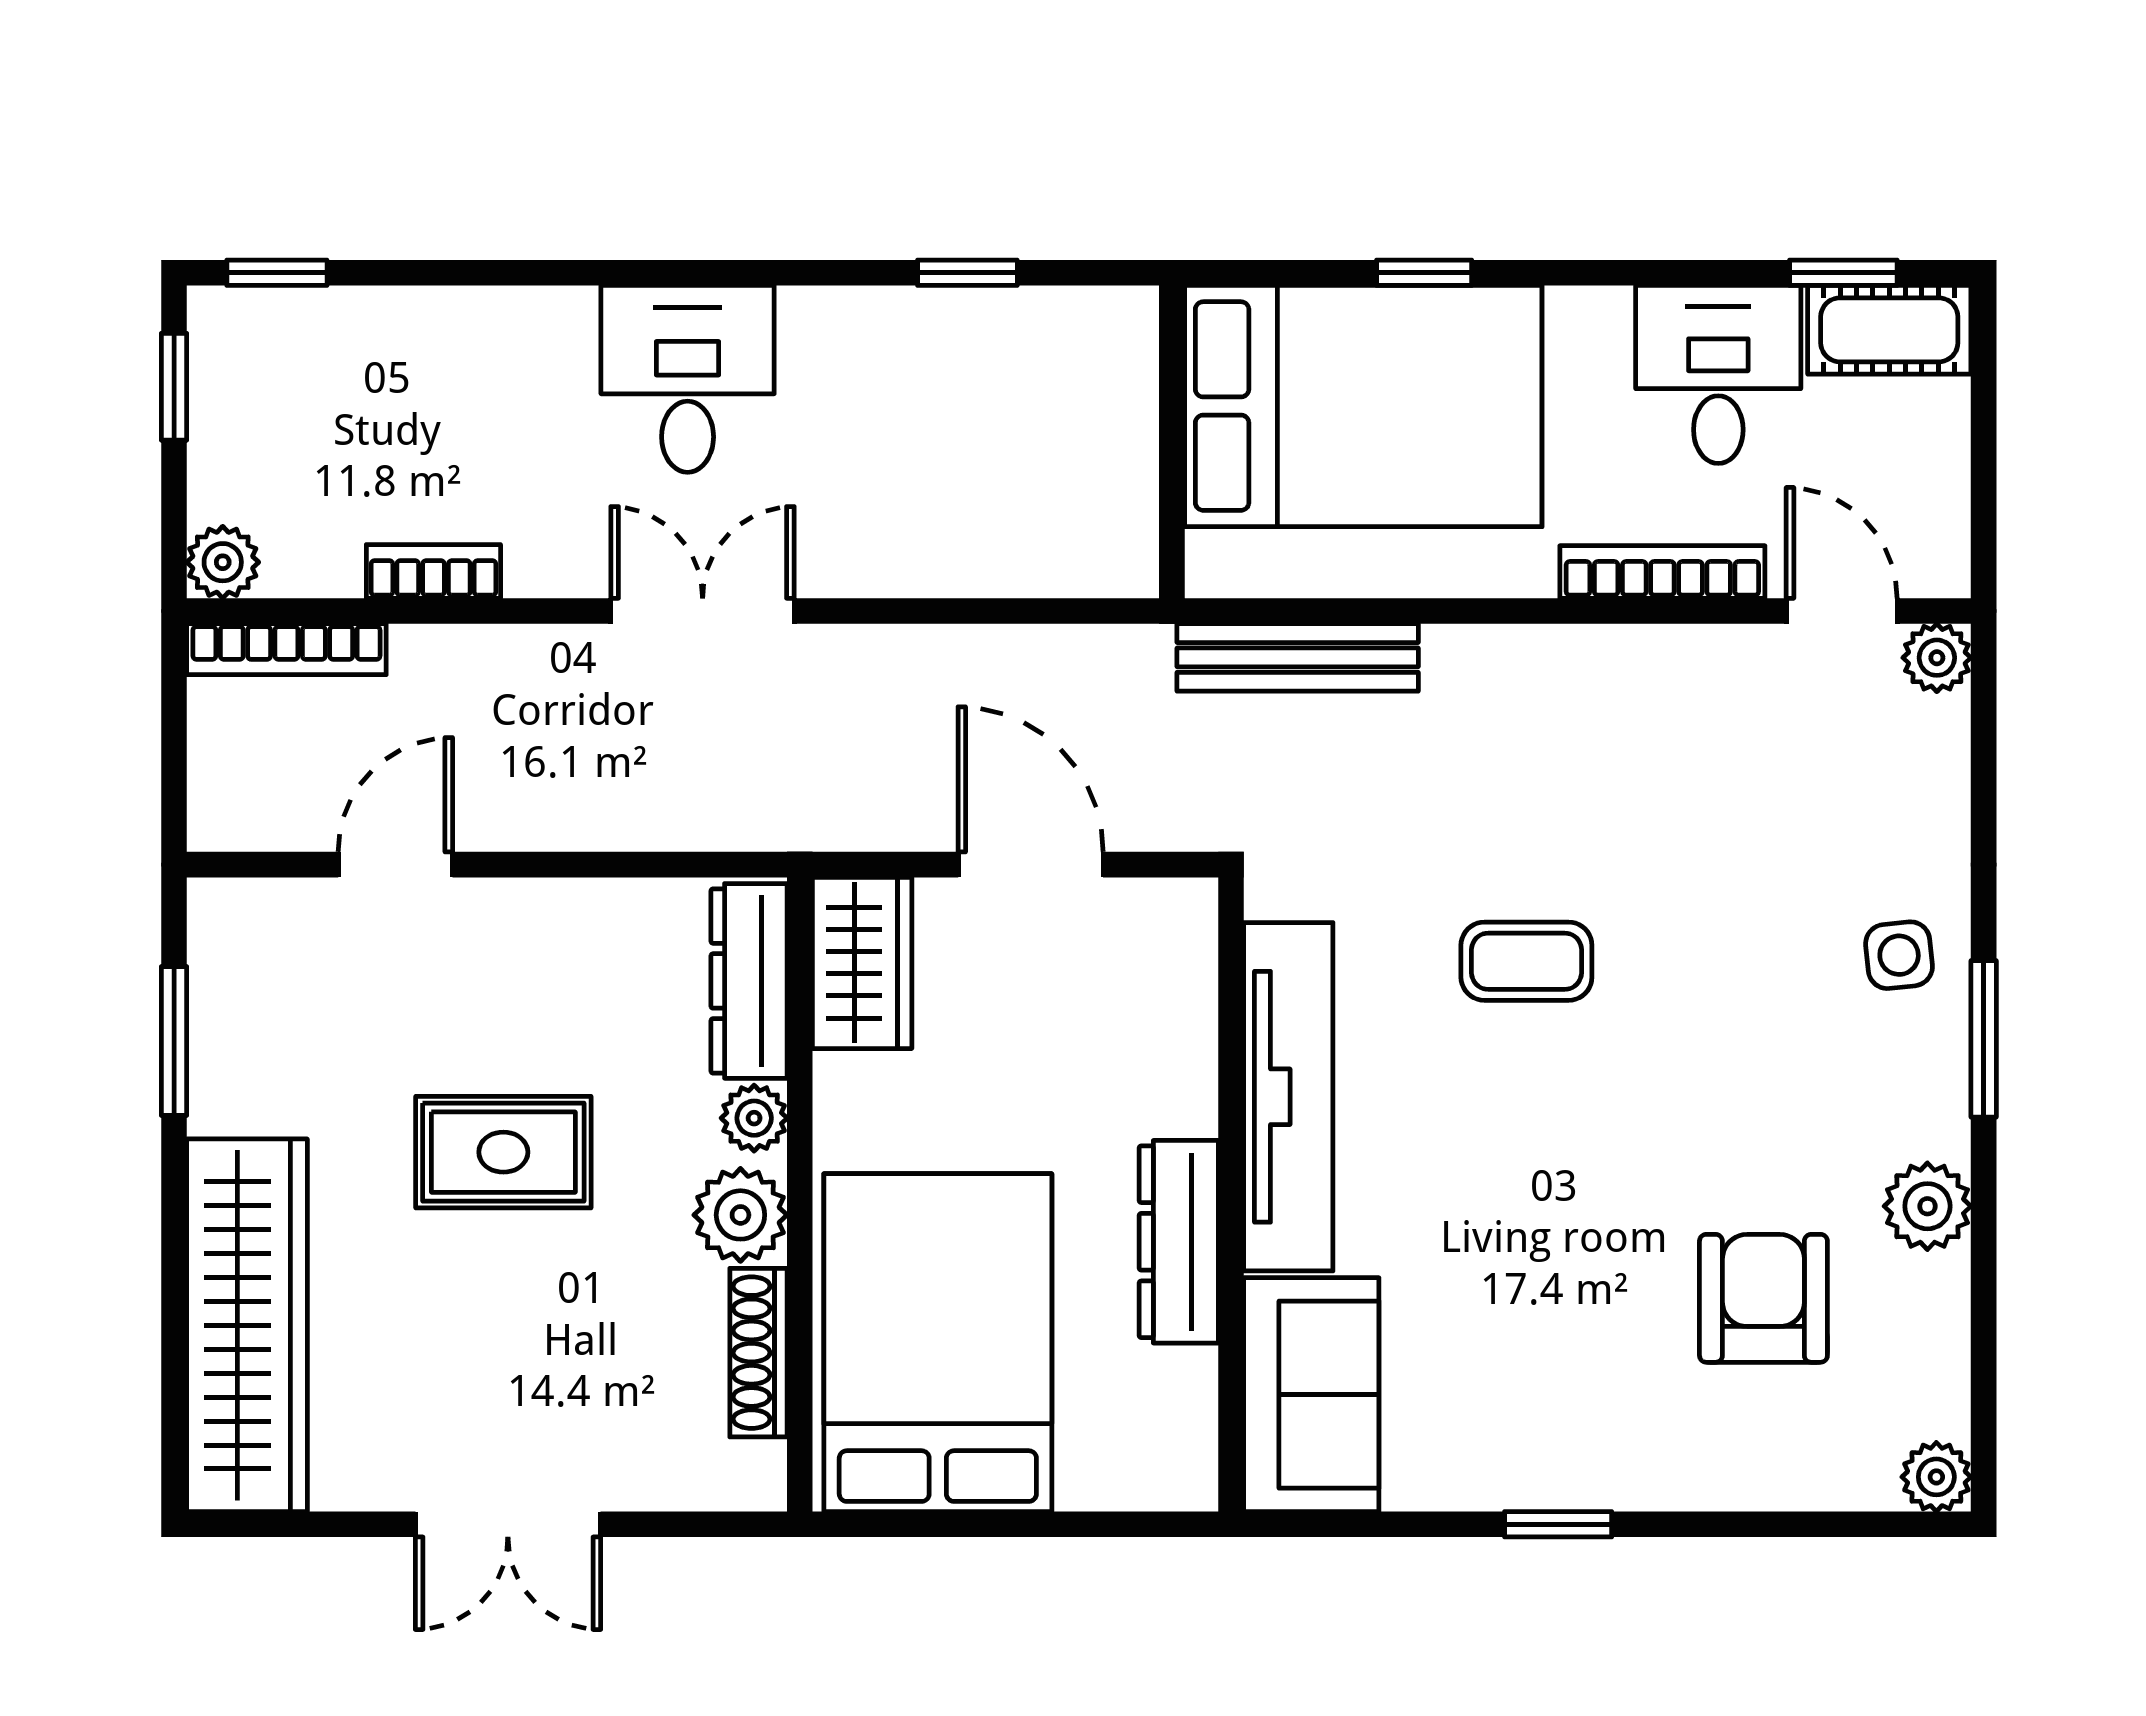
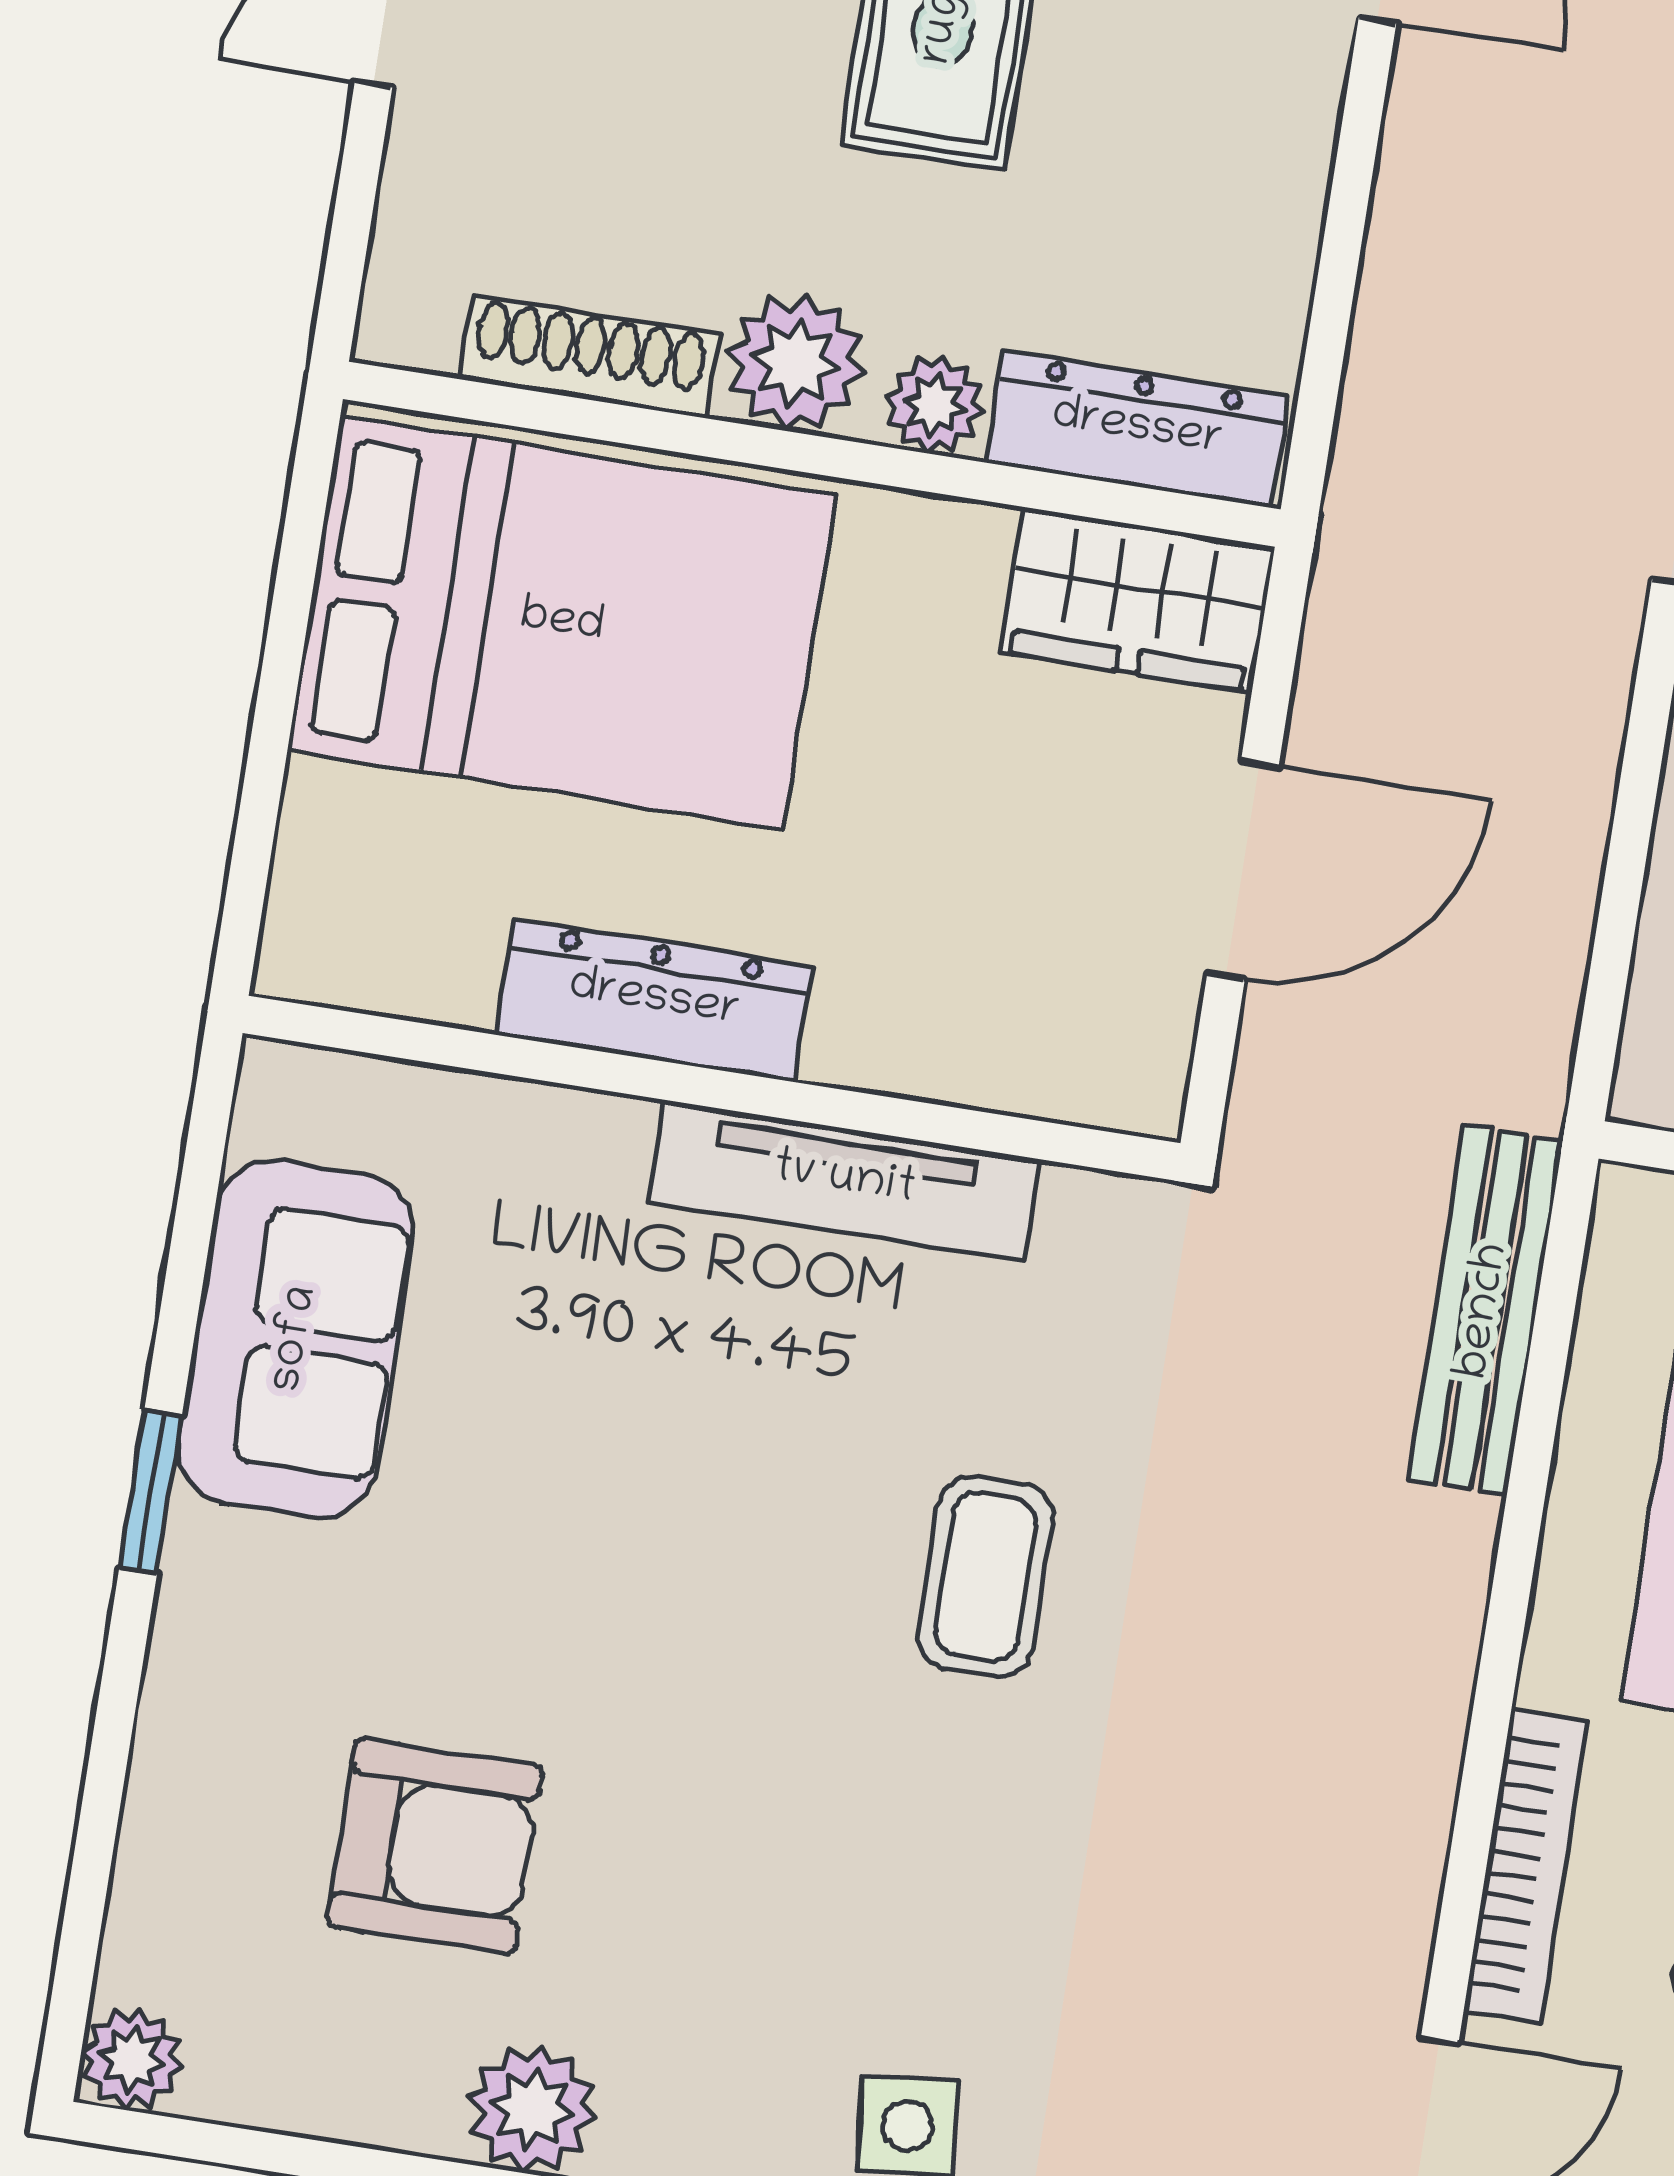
tv unit: (1288, 1097) -> (844, 1180), width x0.73, depth x0.78
sofa: (1311, 1395) -> (296, 1339), moved, turned -90

